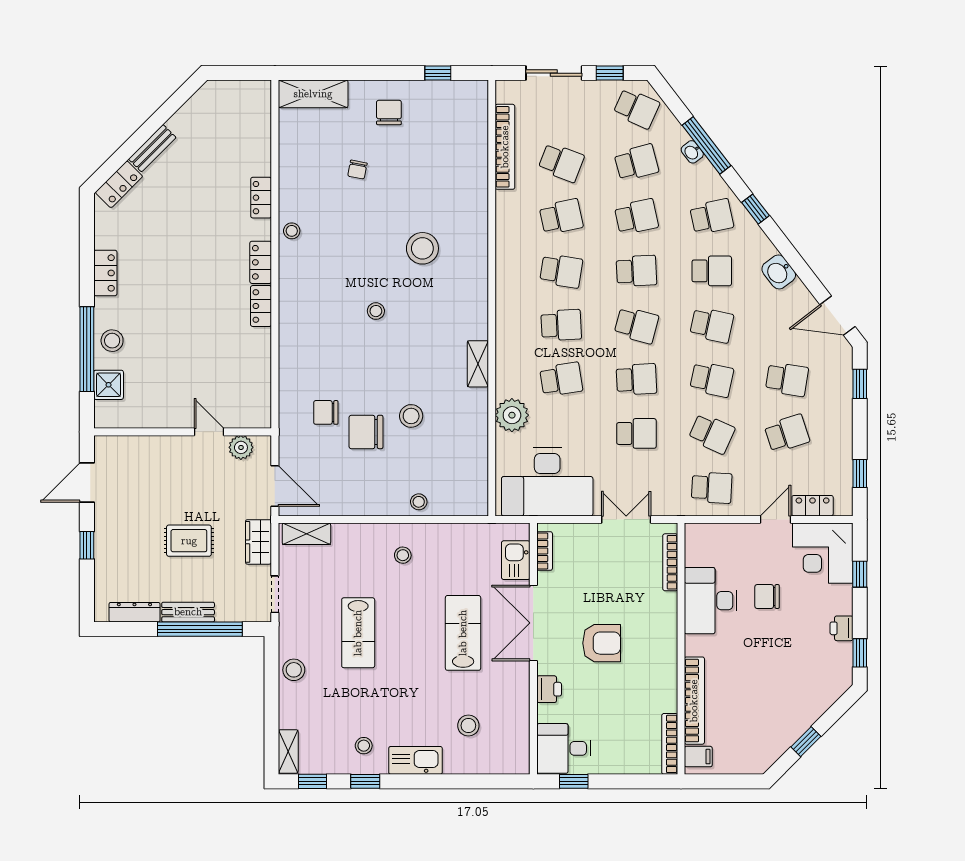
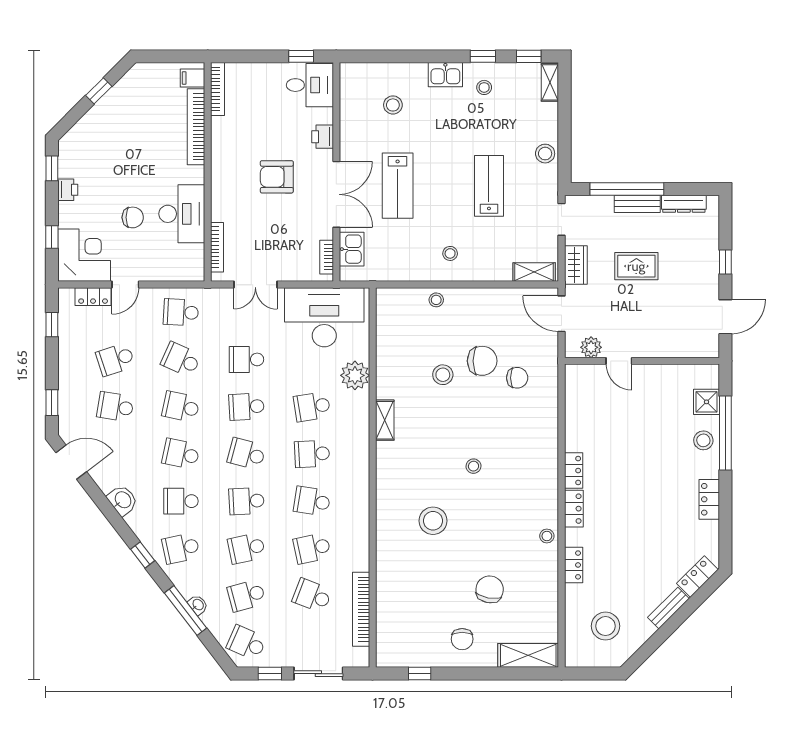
stool: (224, 128) -> (605, 626), added
chair: (357, 170) -> (490, 589), width x1.87, depth x1.87
kitchen sink: (415, 760) -> (445, 75), width x0.73

